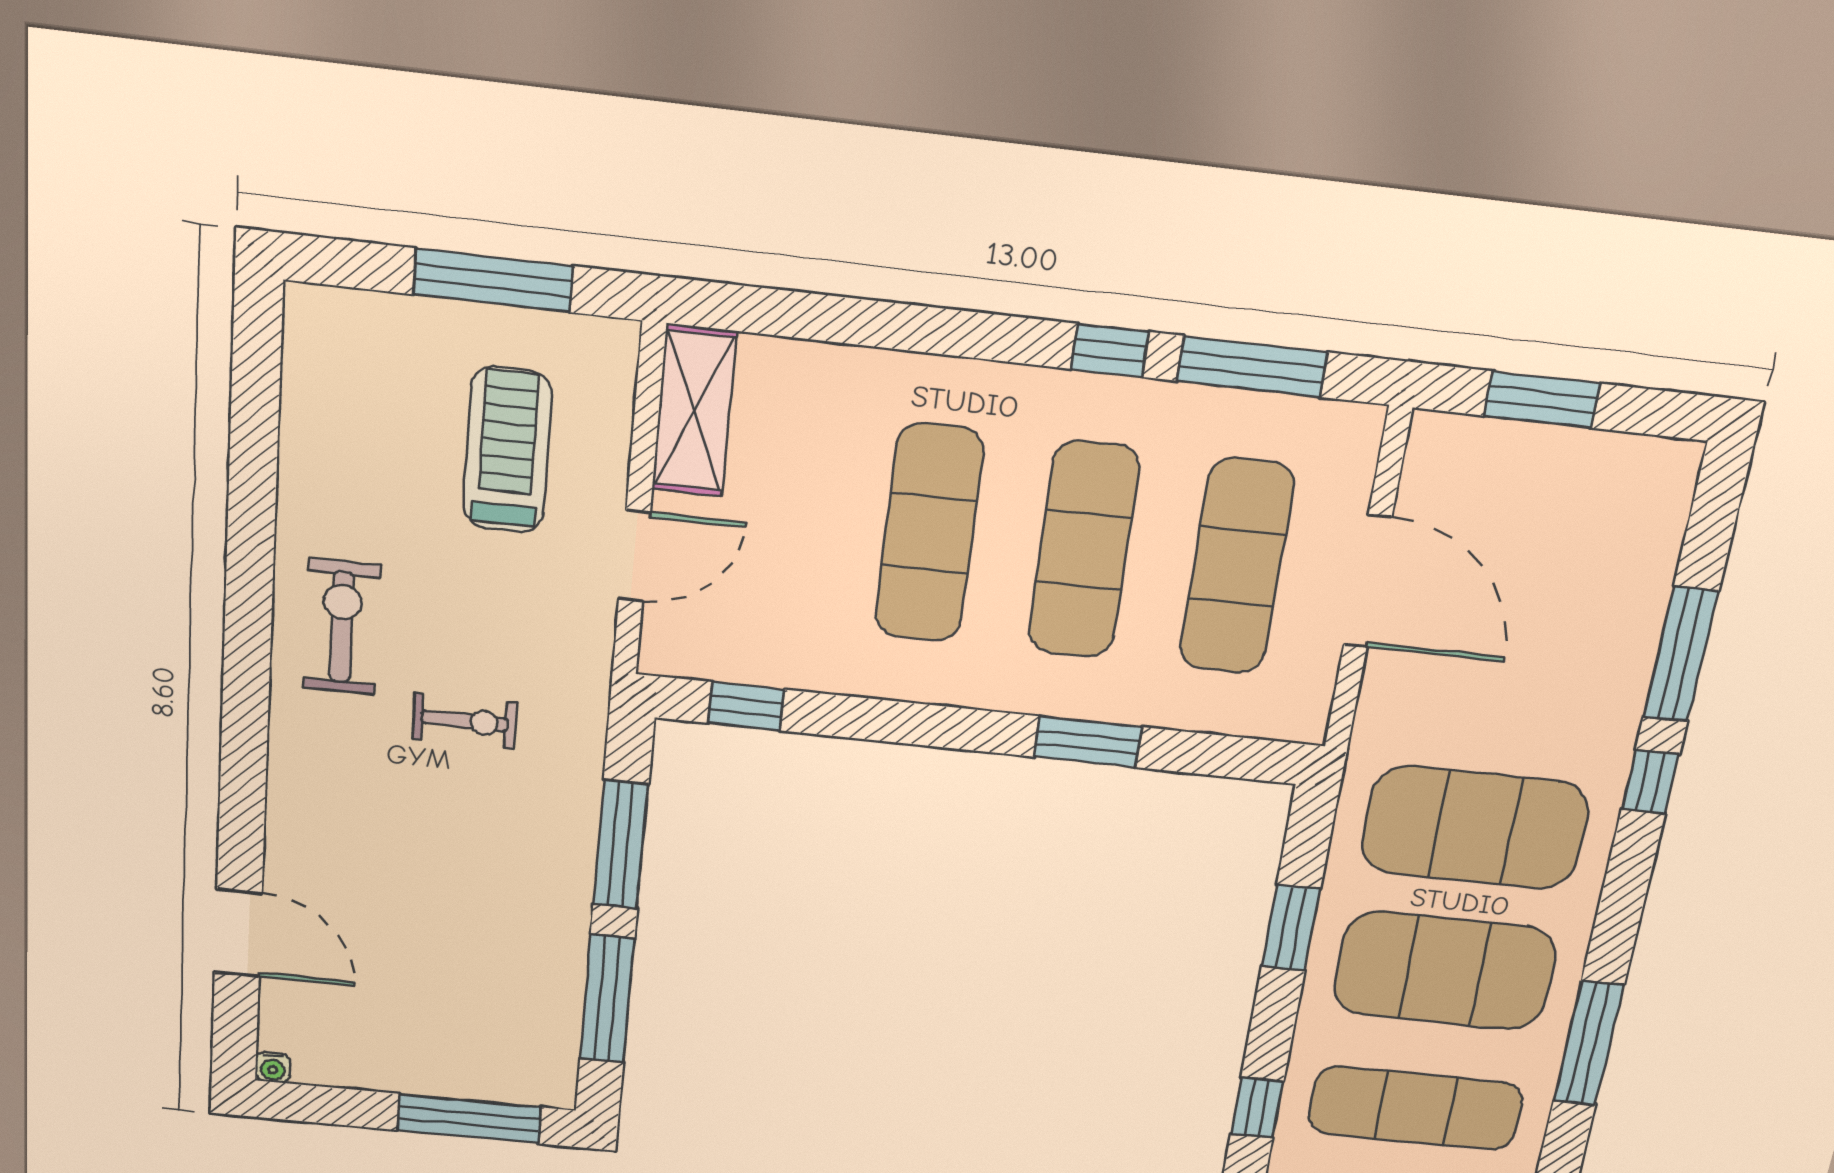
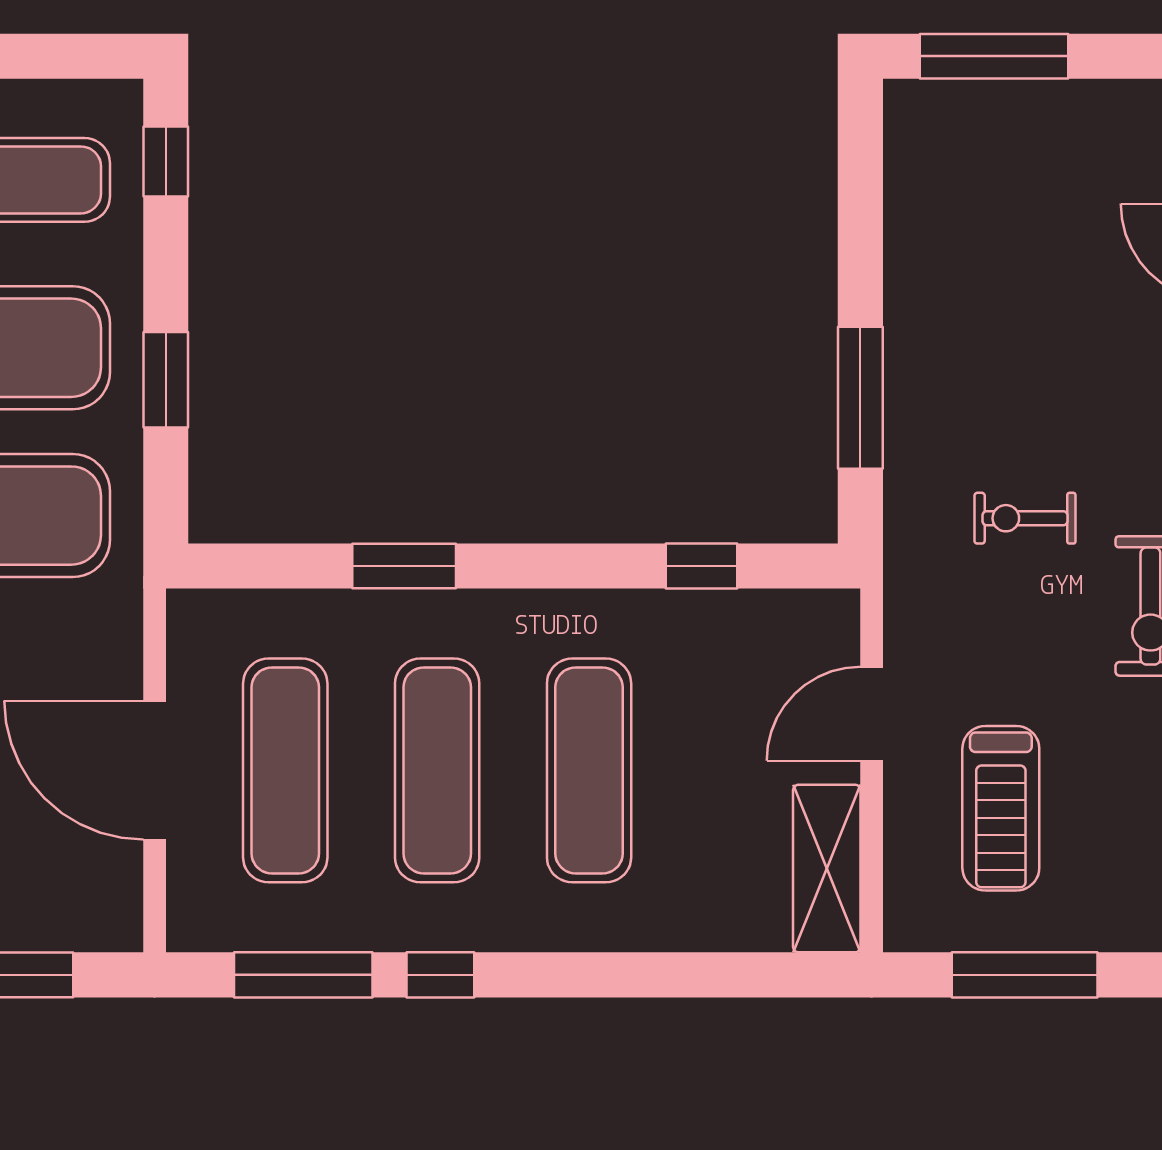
window: (746, 706) -> (701, 566), moved
window: (607, 999) -> (860, 217), removed

